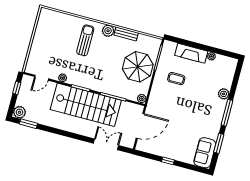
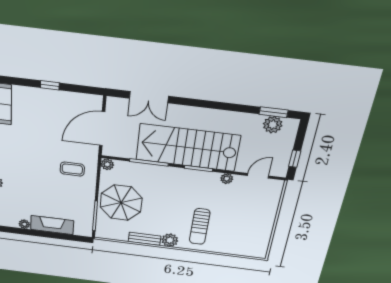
coffee table: (176, 79) -> (72, 169), moved
plant: (19, 112) -> (273, 125), moved

